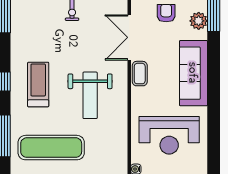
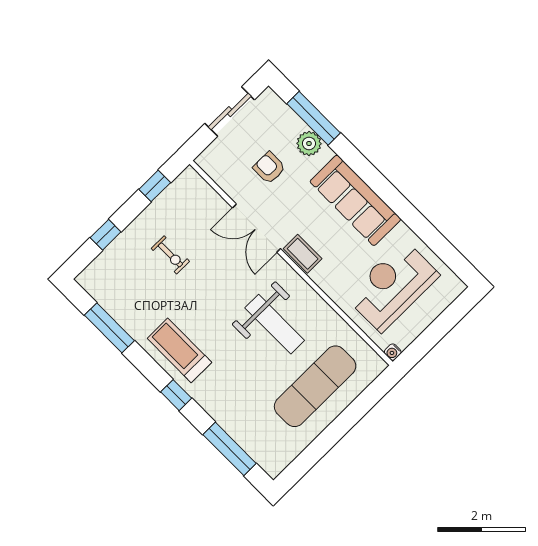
treadmill: (38, 84) -> (179, 350), moved
reception desk: (169, 135) -> (392, 286), turned 180
exercise mat: (51, 148) -> (315, 386), moved

